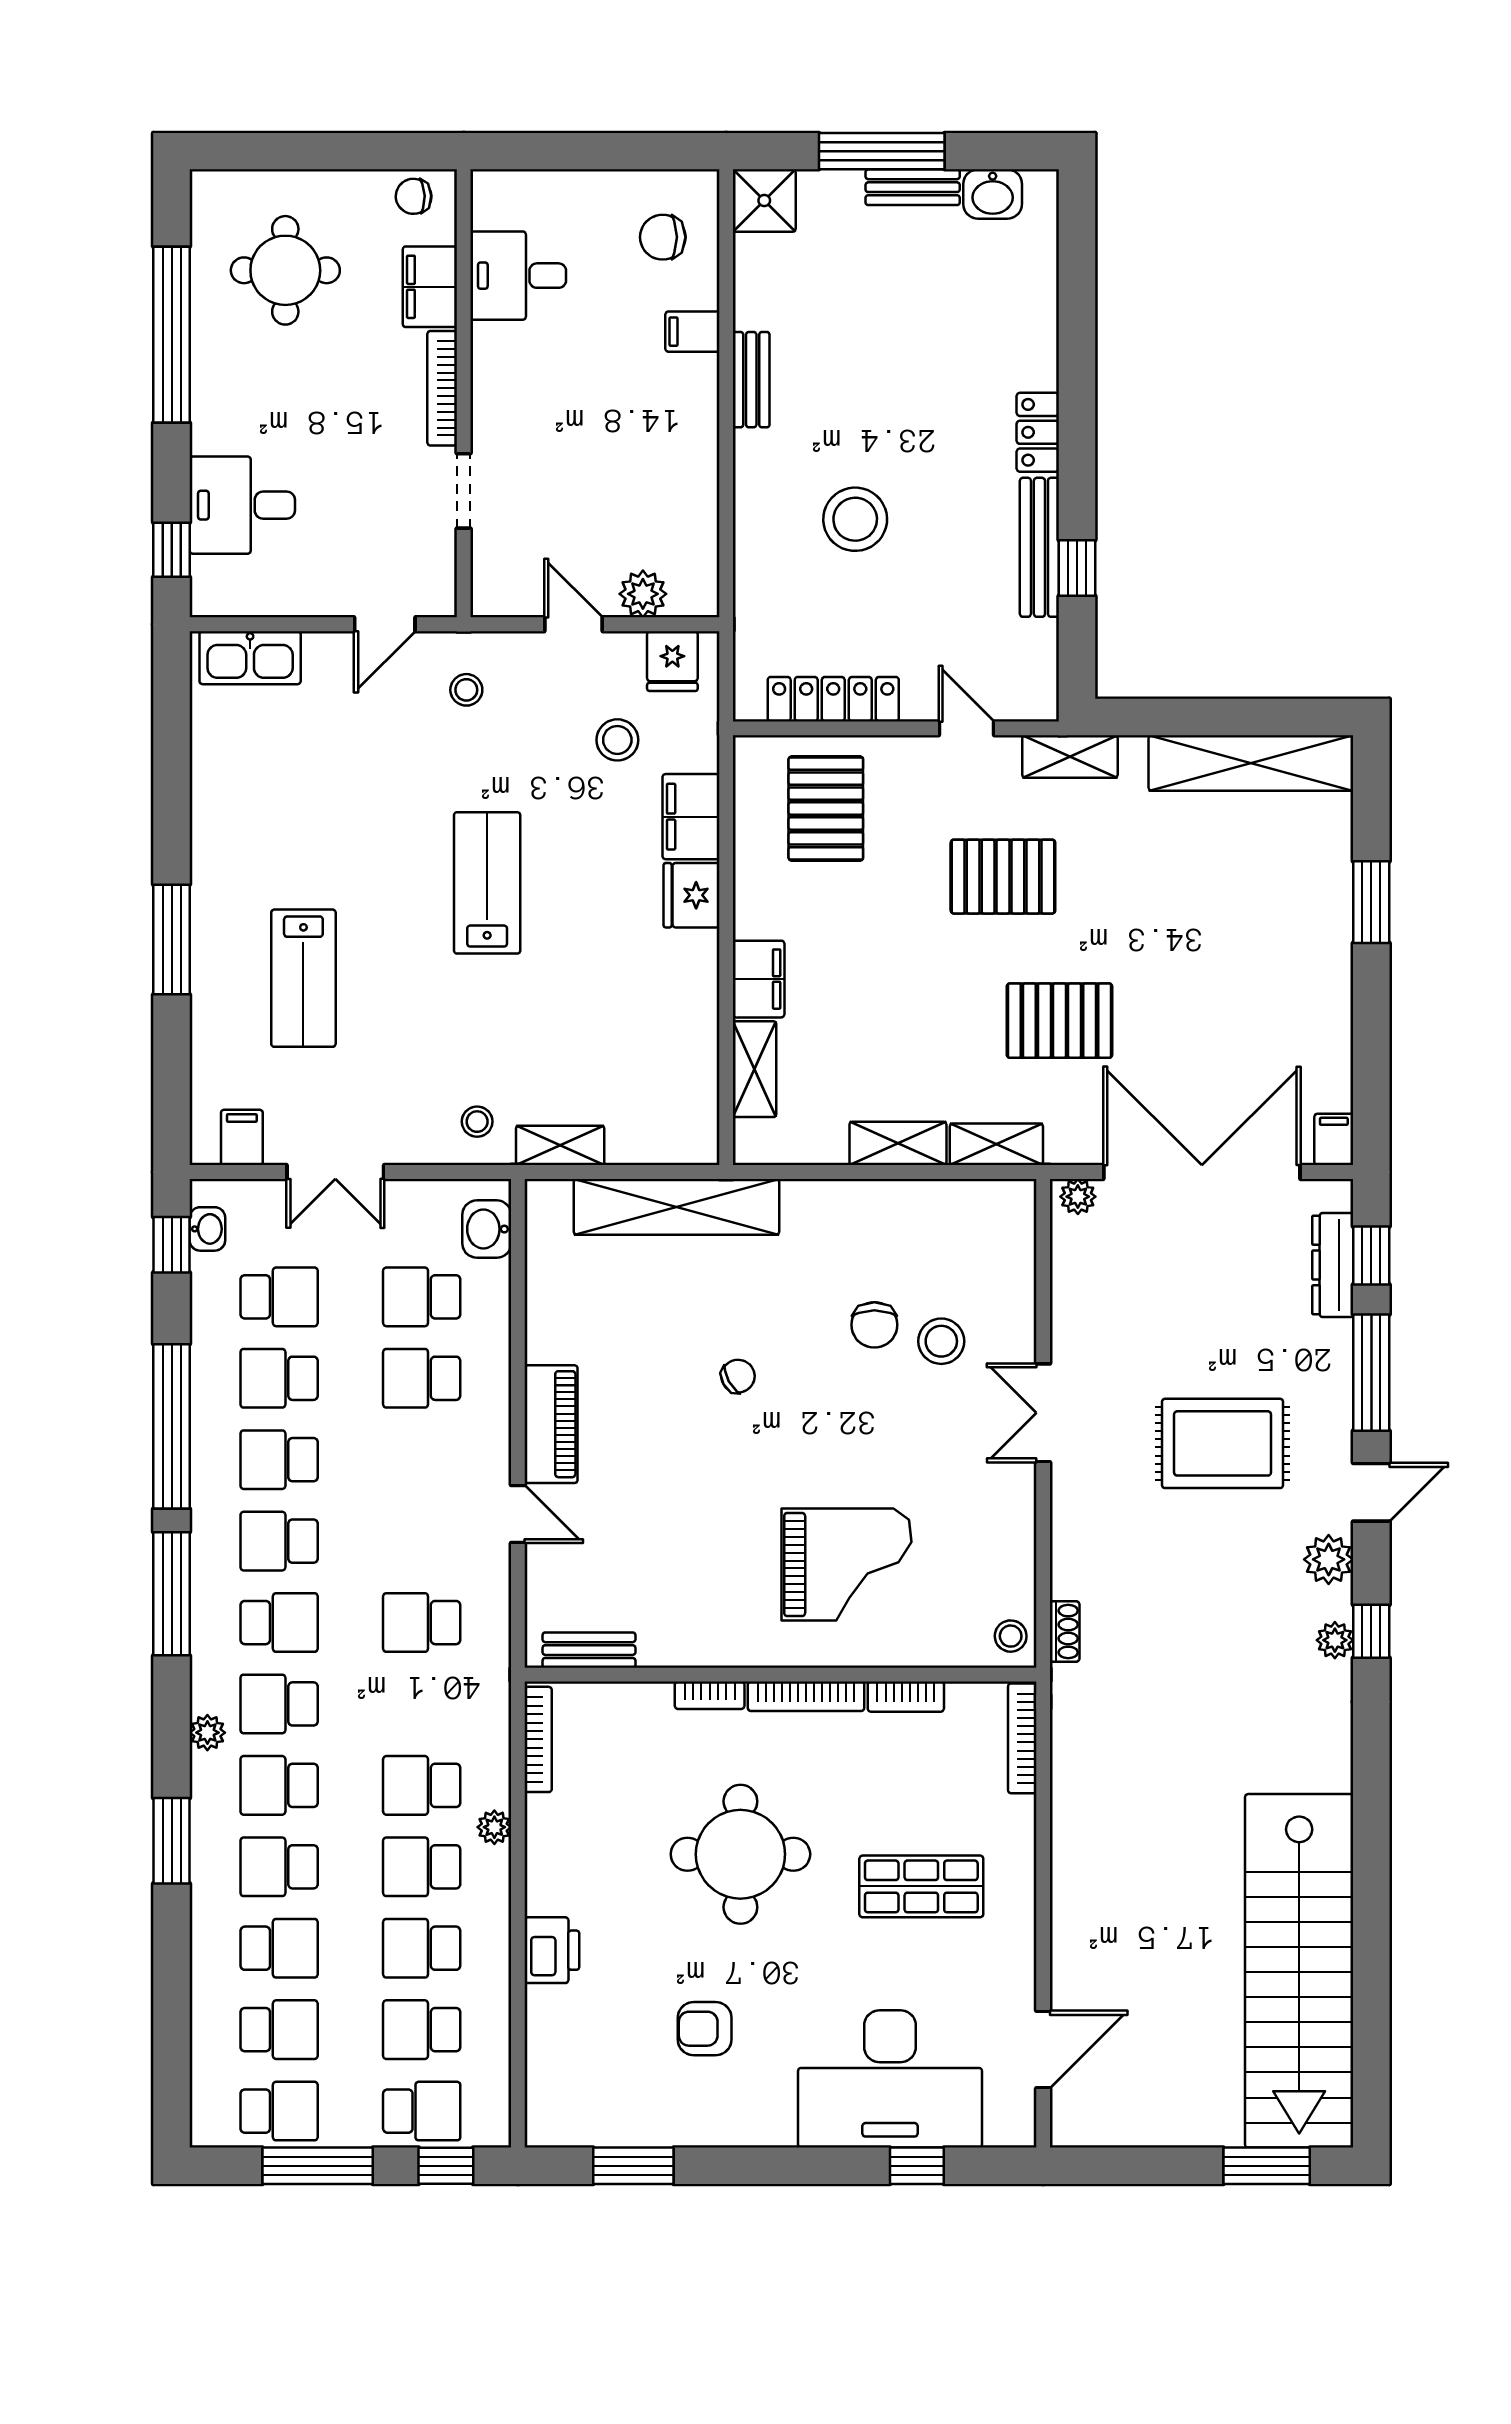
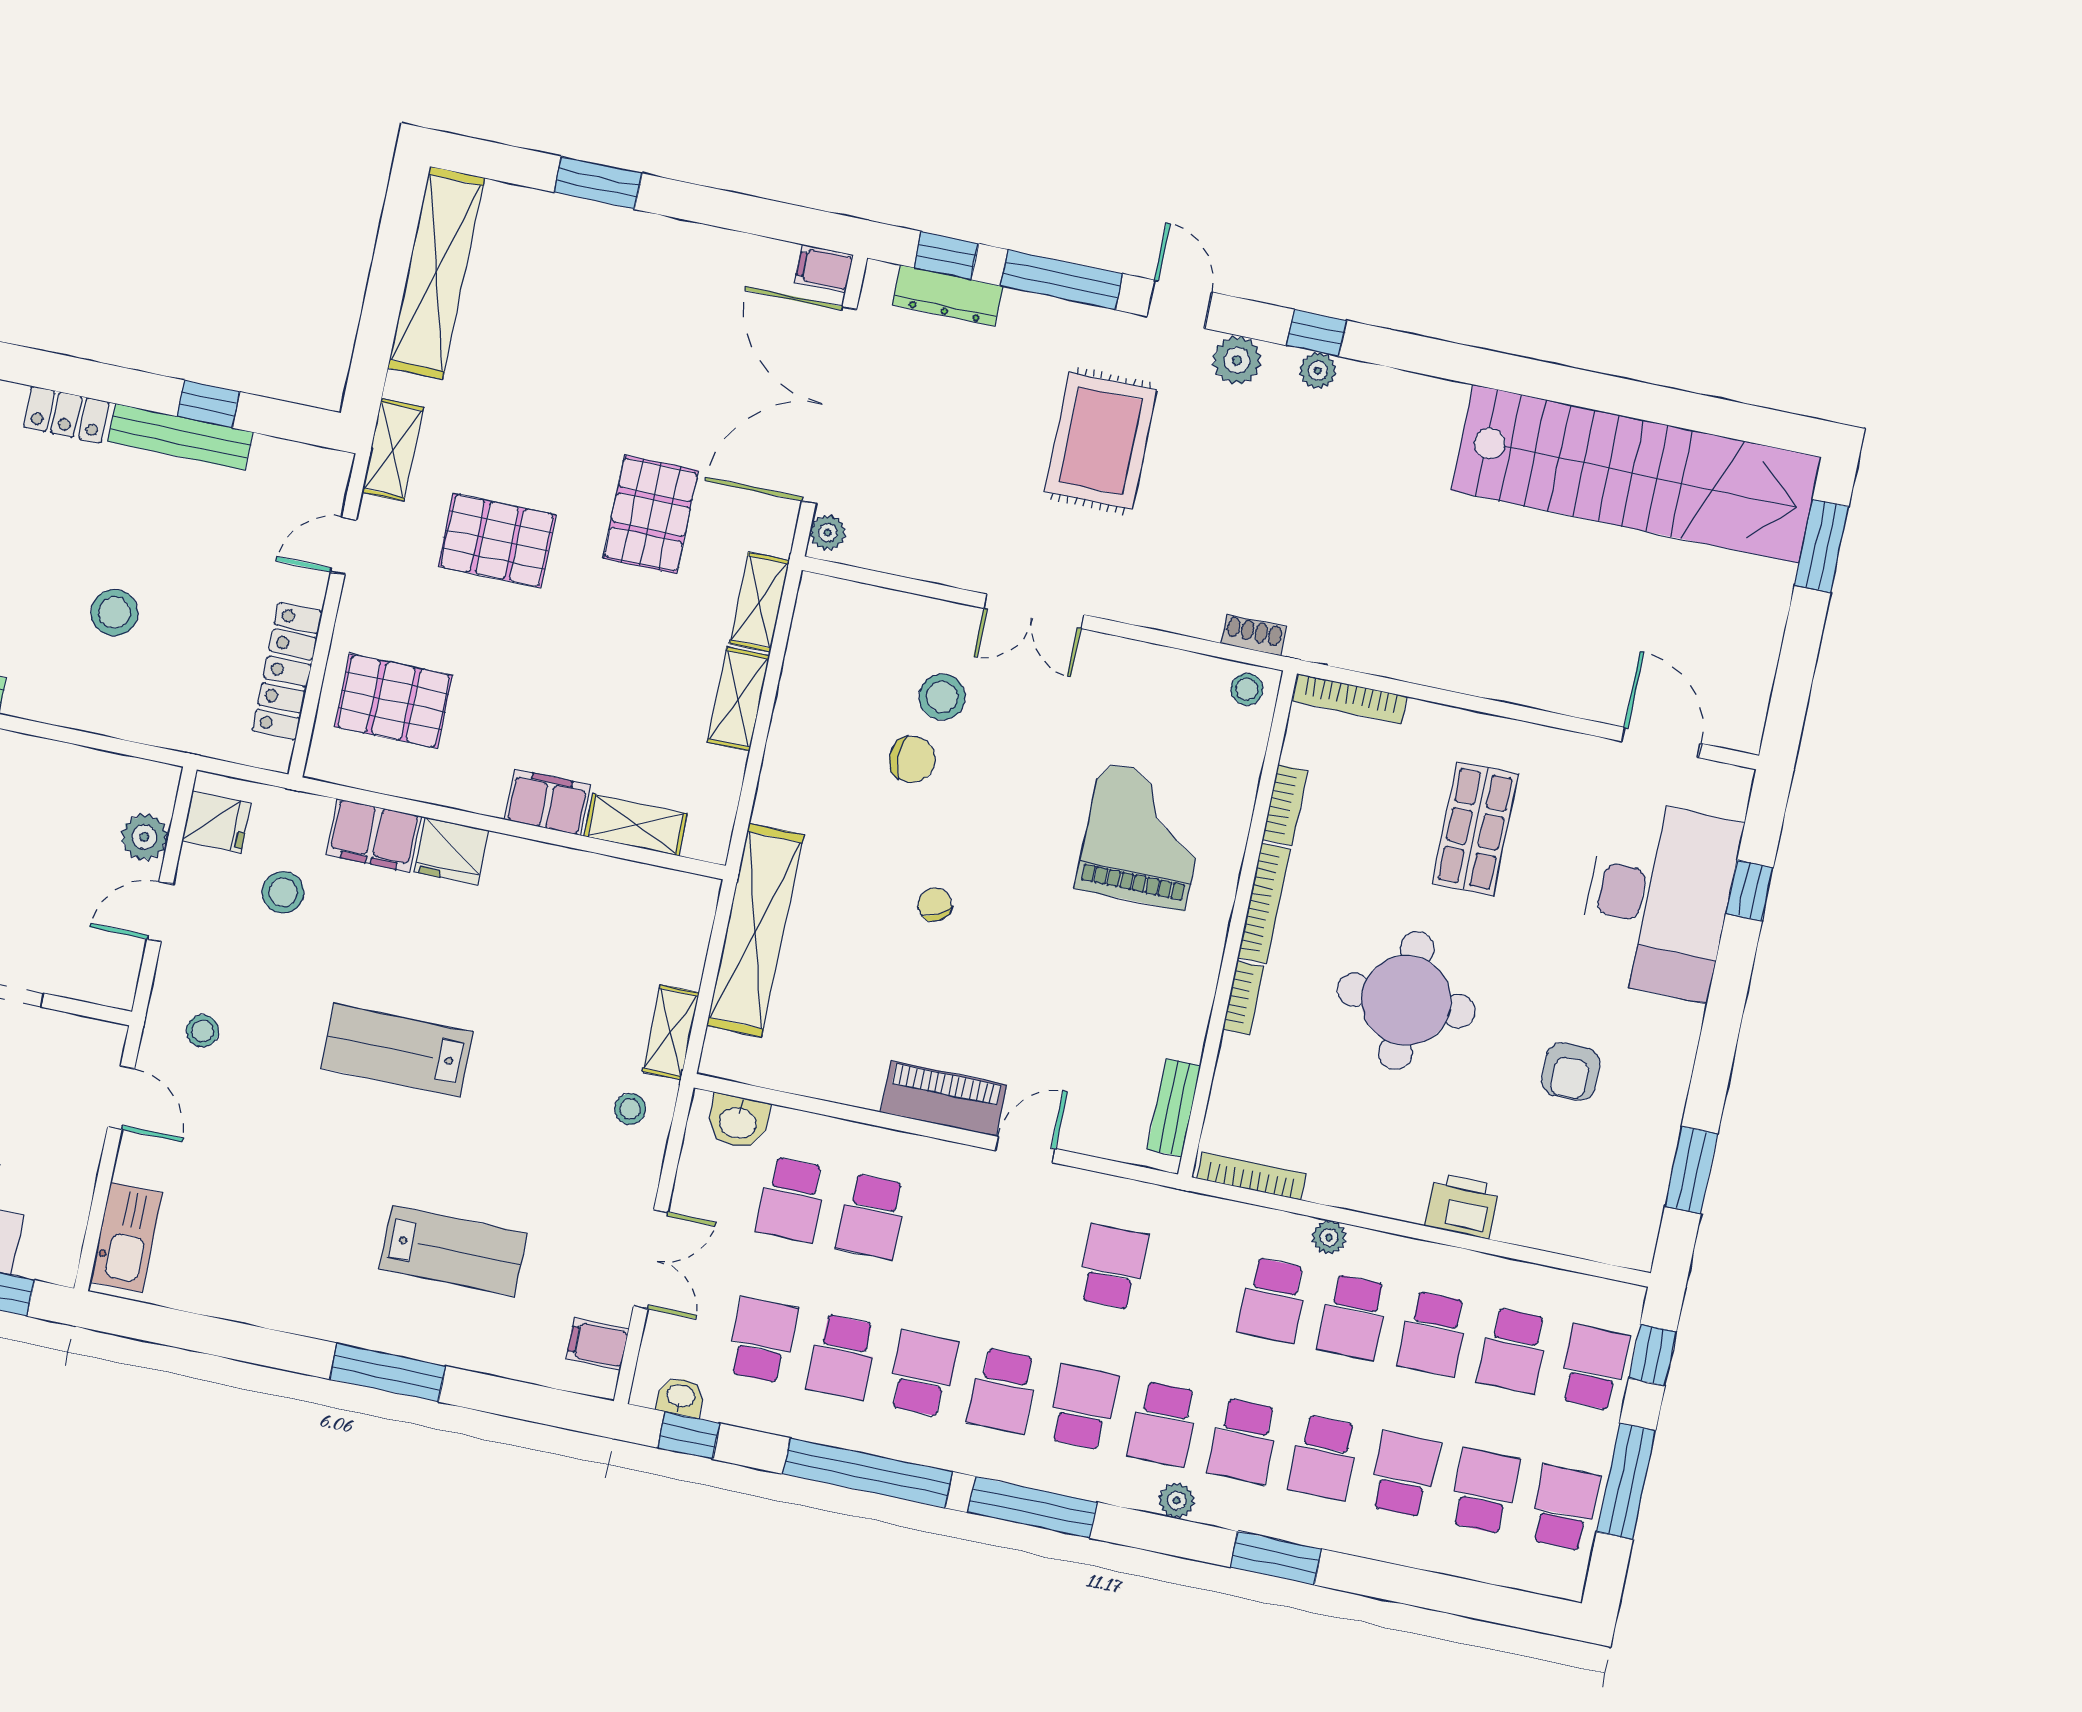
stool: (855, 519) -> (115, 613), width x0.73, depth x0.73
pallet: (1003, 877) -> (497, 540), turned 90
school desk: (279, 1460) -> (923, 1374), turned 180
school desk: (422, 1623) -> (1112, 1267), turned 180

